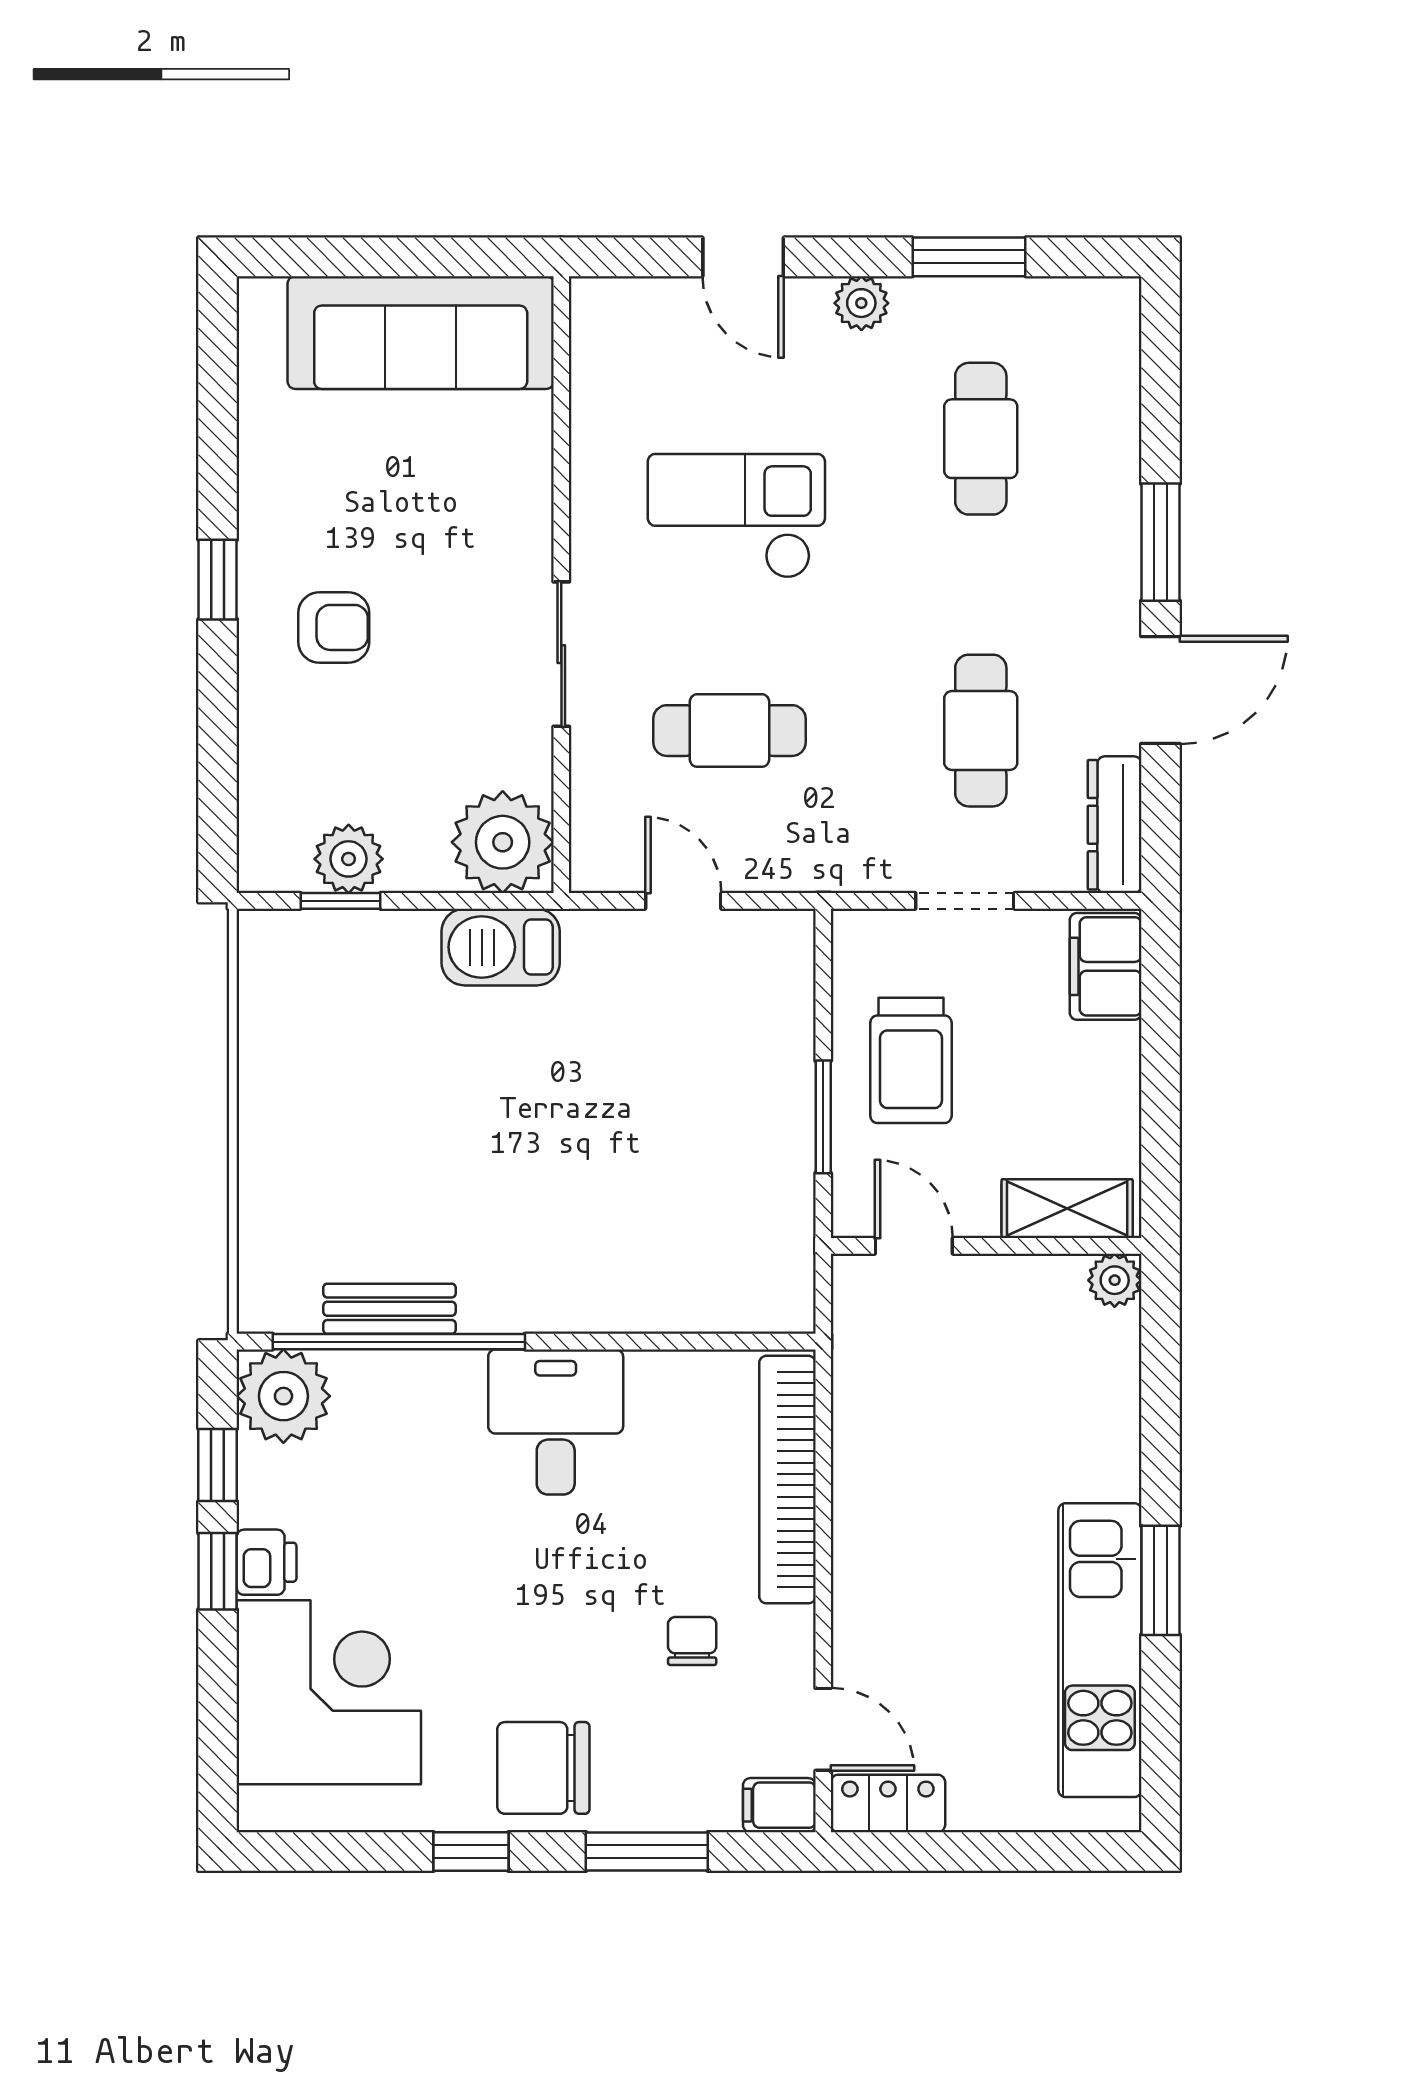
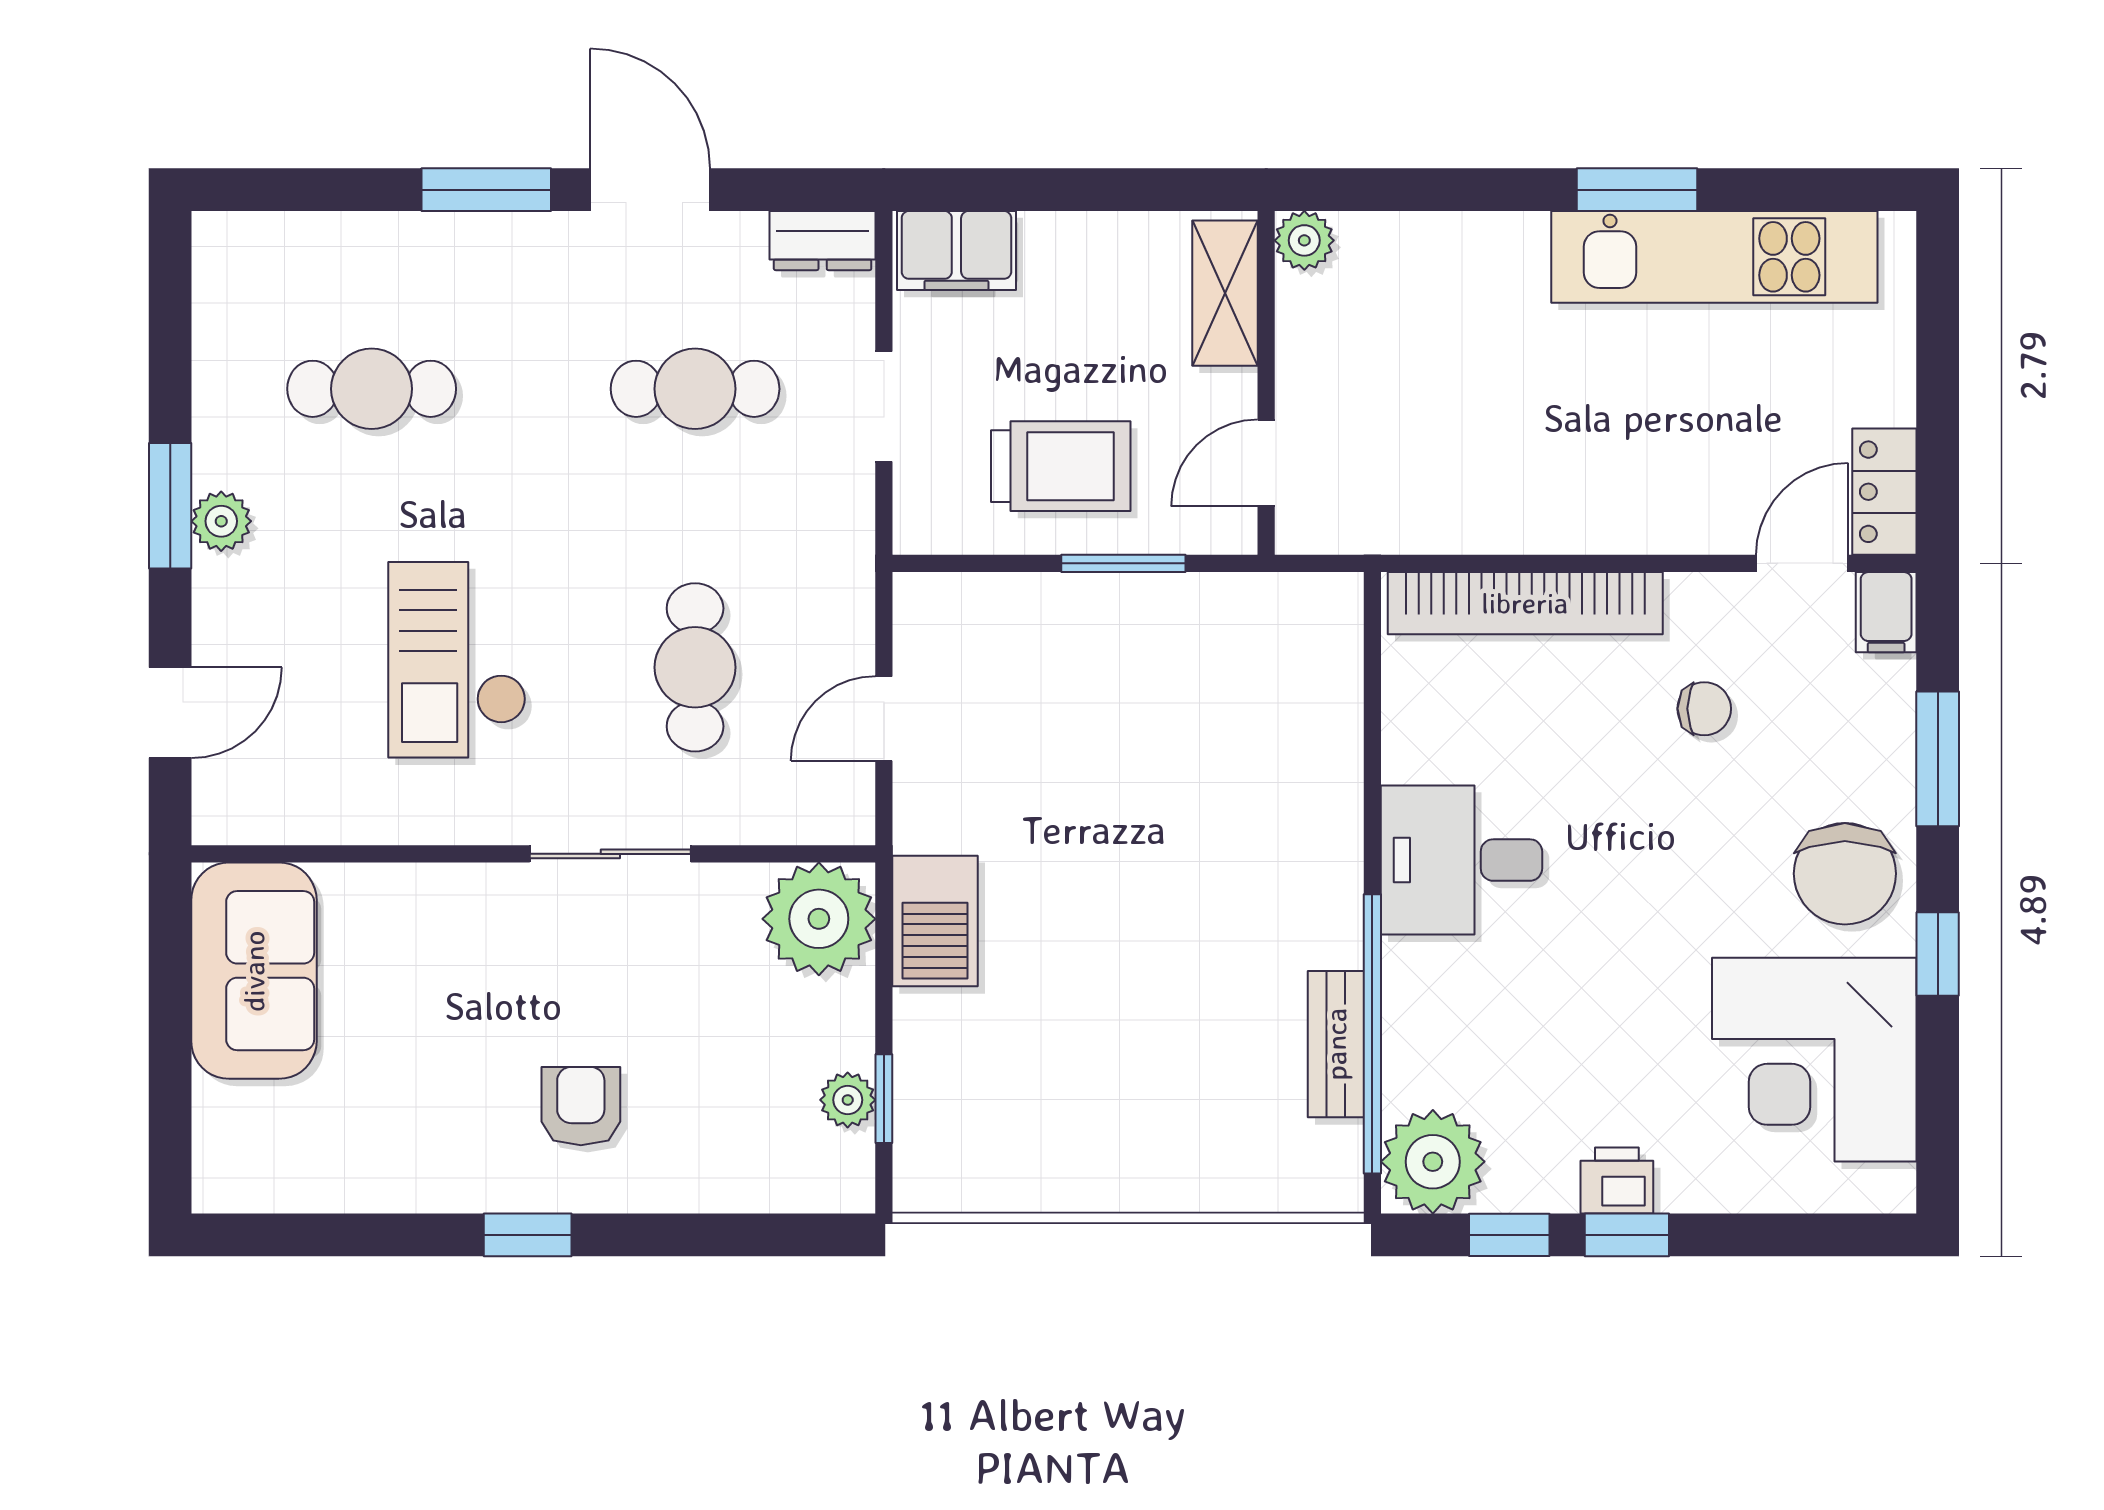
door: (743, 257) -> (170, 713), moved
window: (969, 257) -> (170, 506), moved
sofa: (421, 333) -> (254, 971), width x0.73
dresser: (1115, 825) -> (823, 241), width x0.70
plant: (349, 859) -> (848, 1100), width x0.73, depth x0.73
chair: (692, 1641) -> (1704, 709), turned 180
corner desk: (329, 1692) -> (1814, 1060), moved, turned -90

